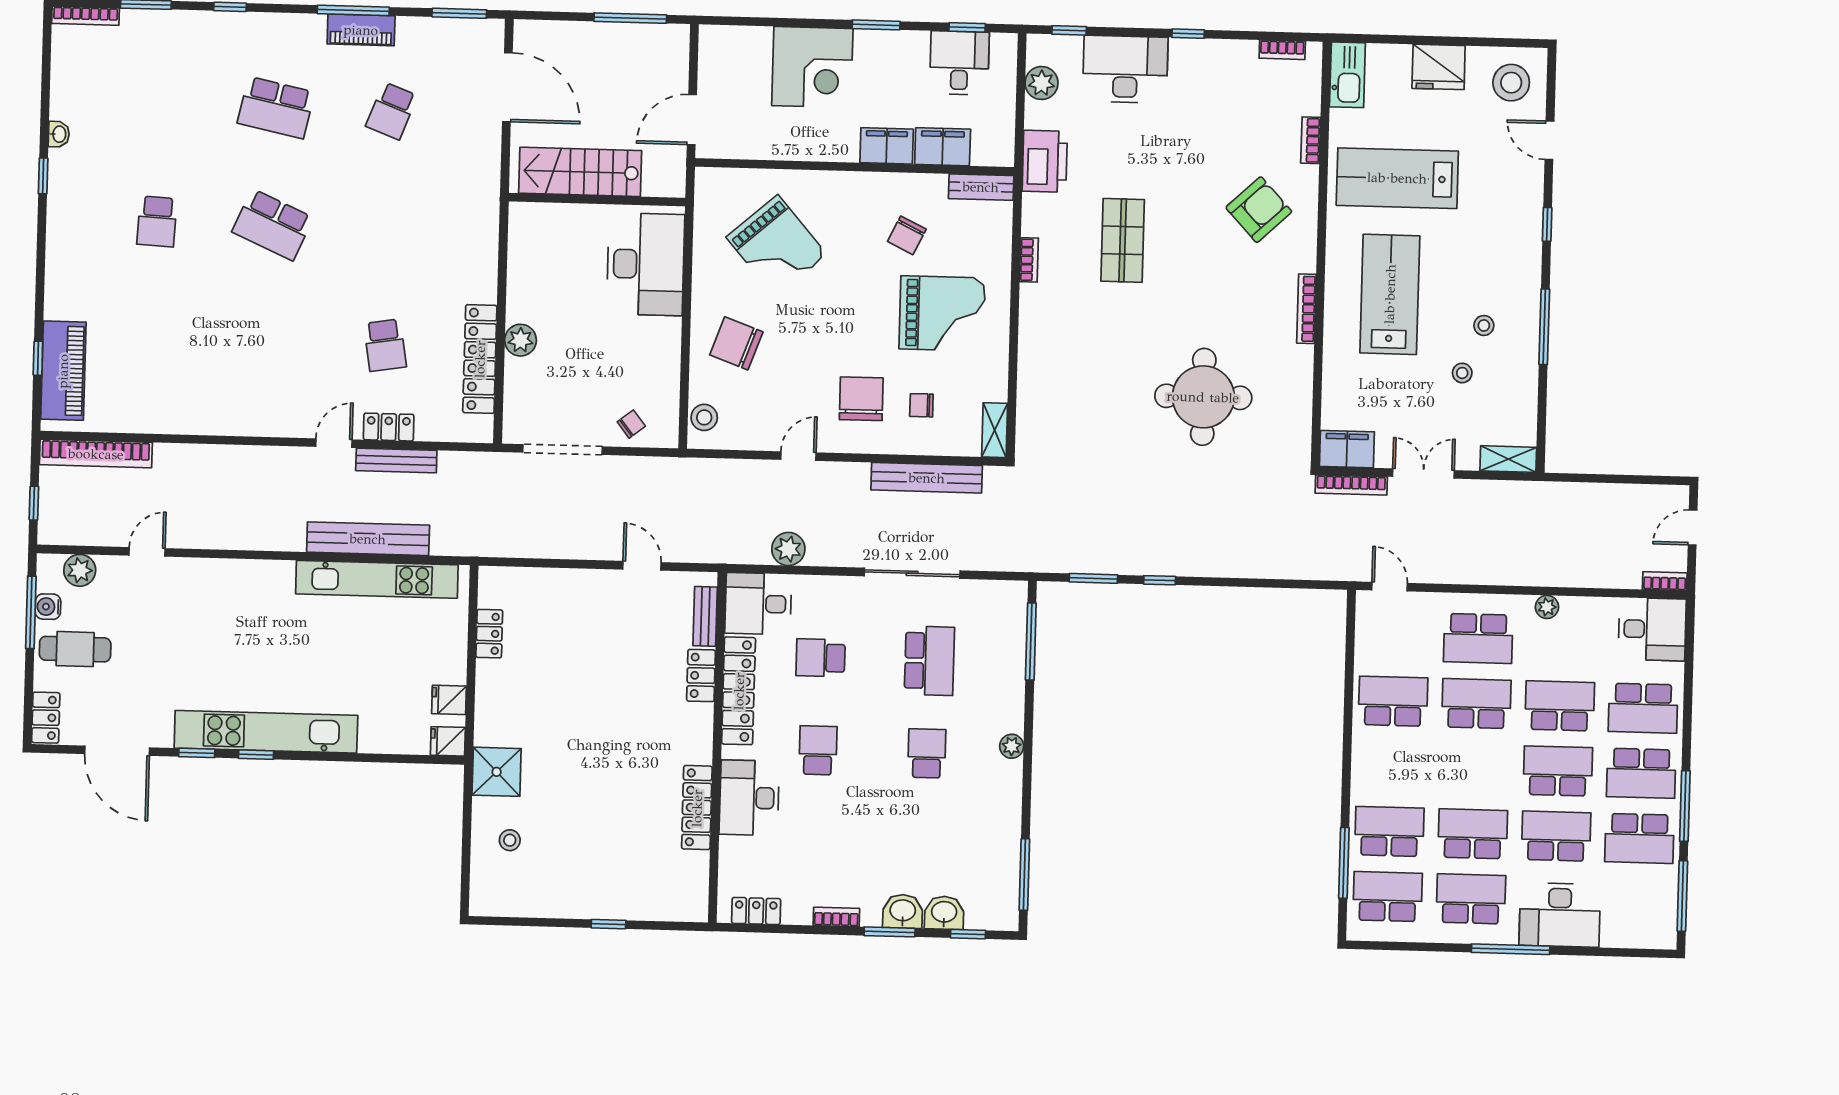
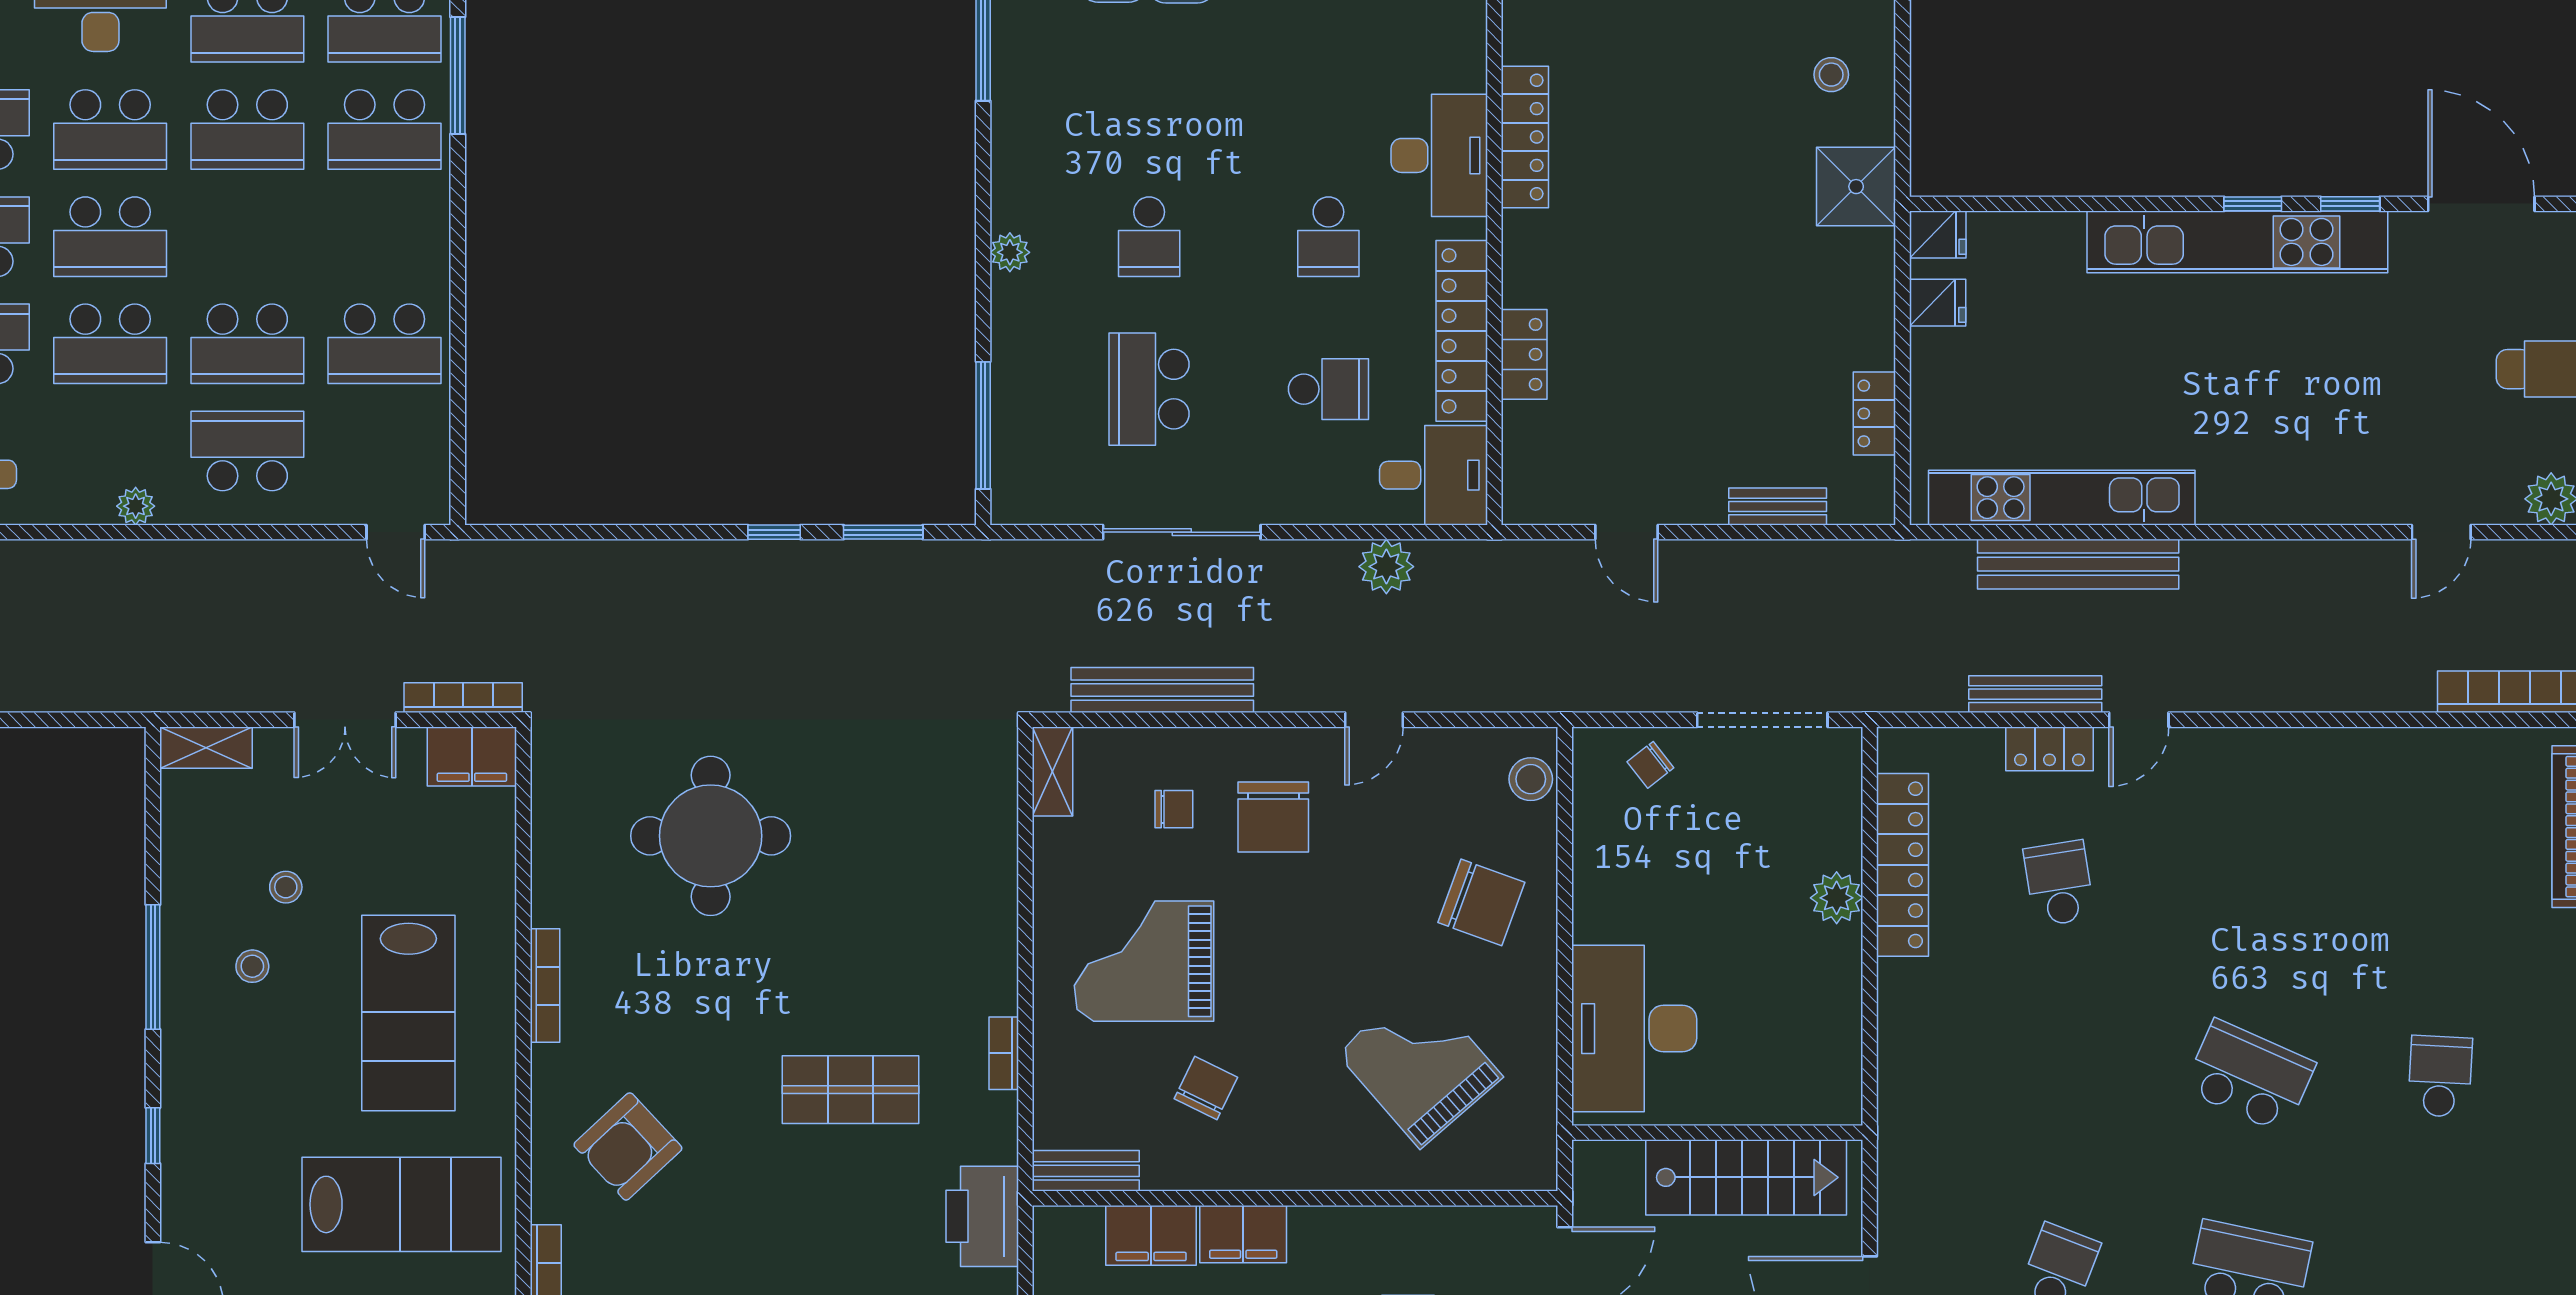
shop shelf: (1123, 240) -> (851, 1090), turned 90
bench: (705, 616) -> (1778, 506), moved, turned 90

